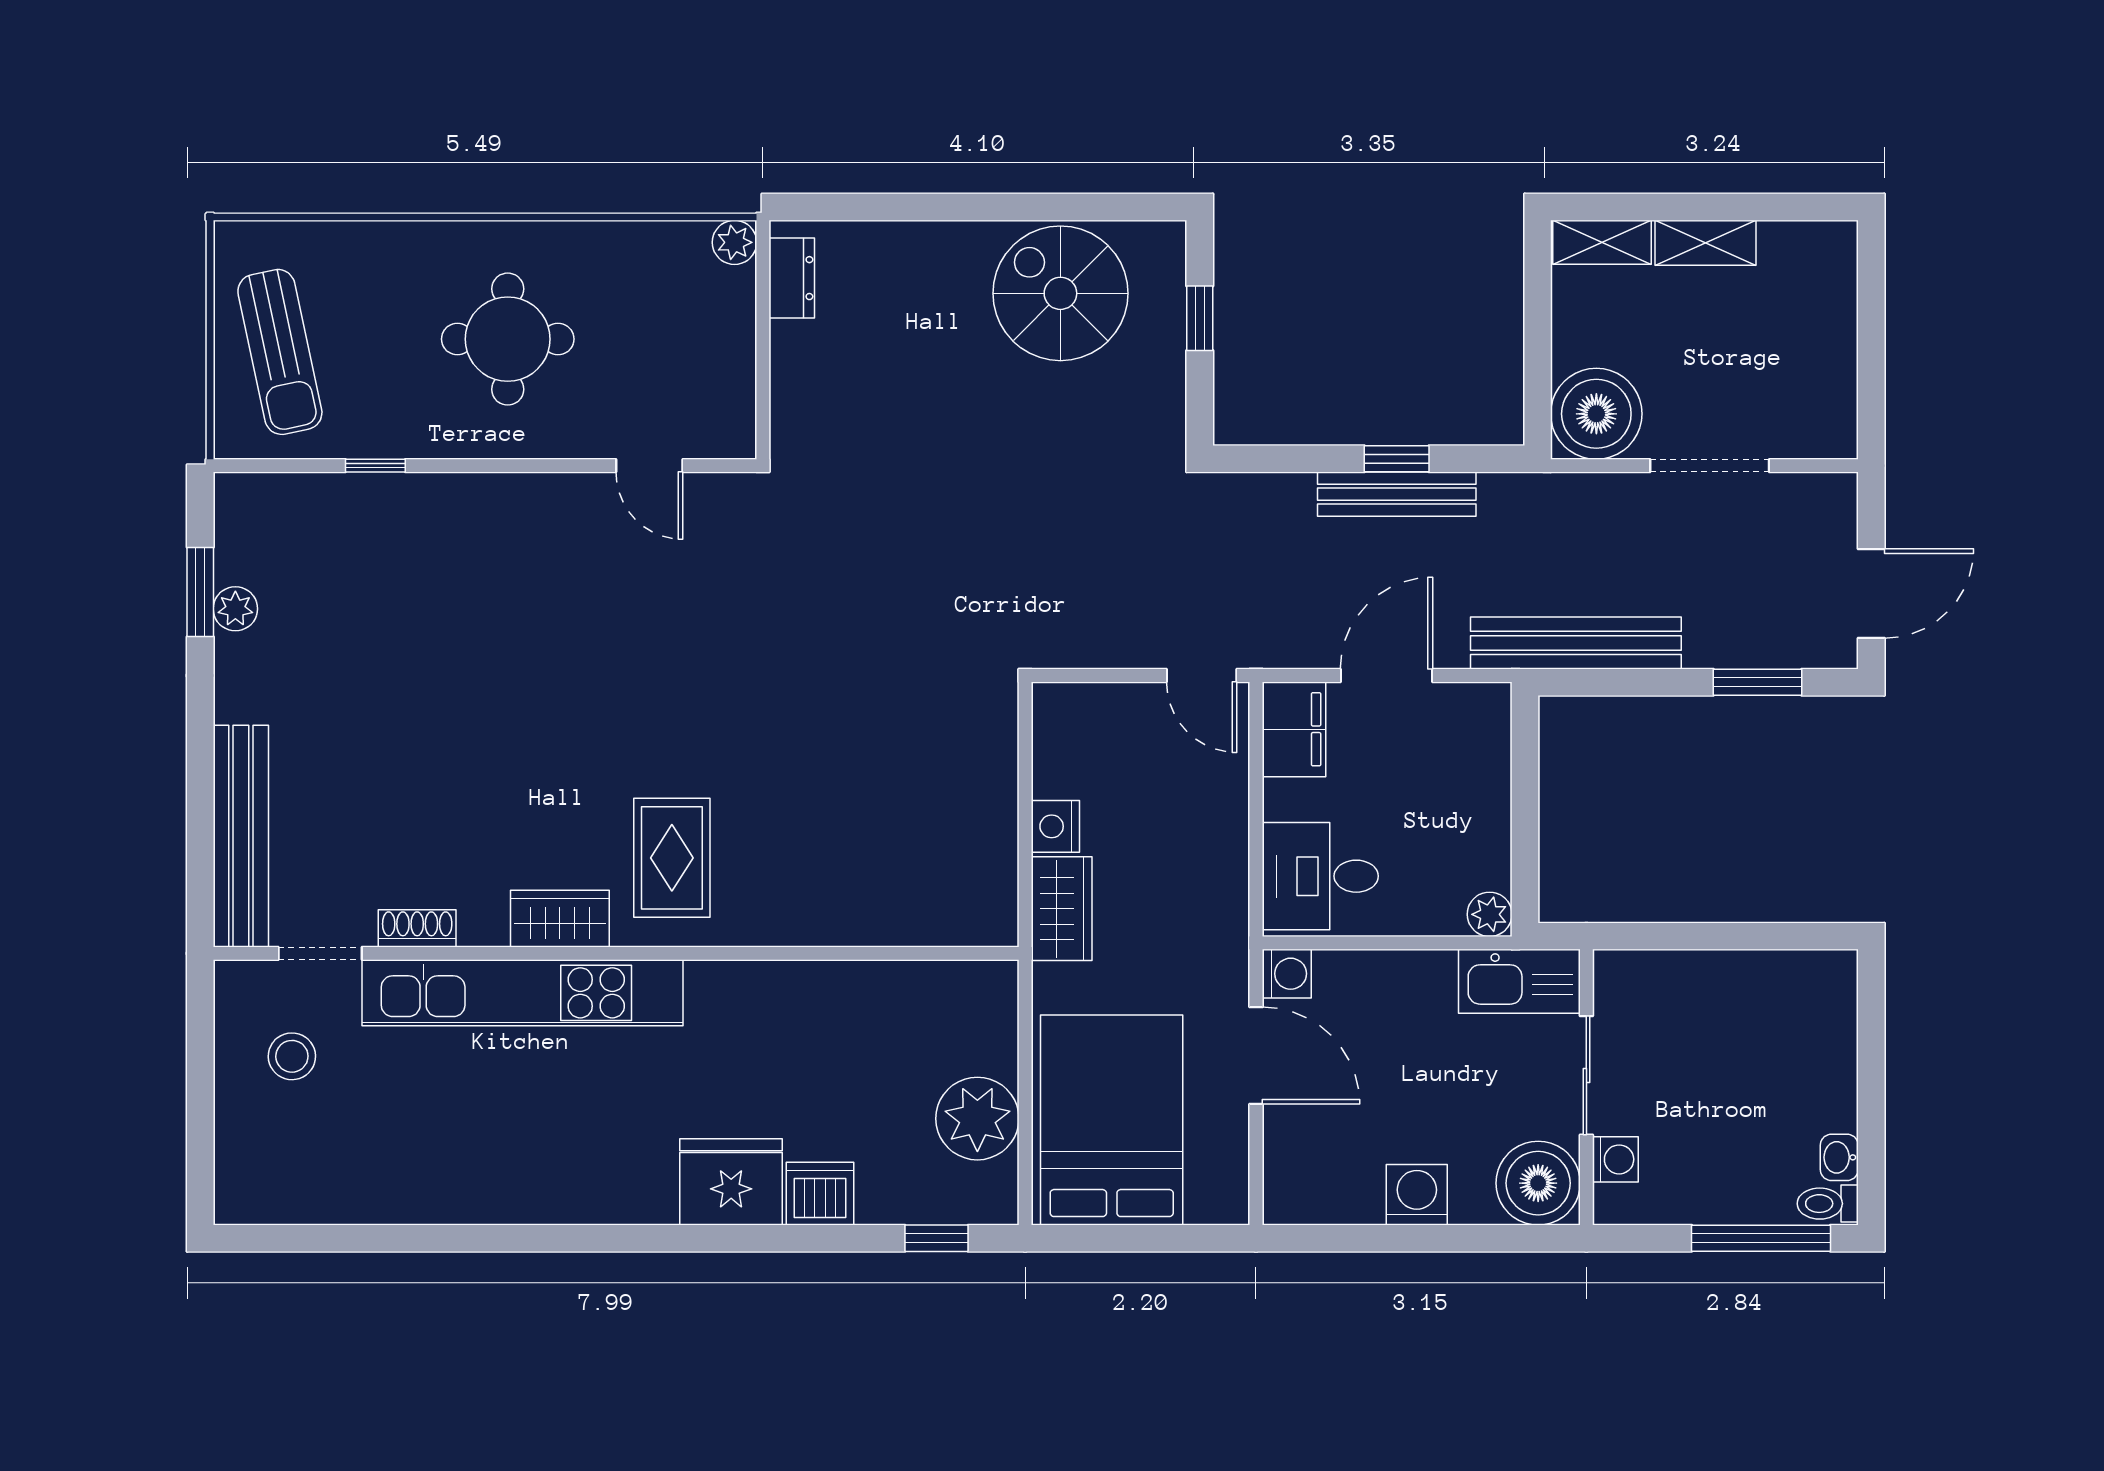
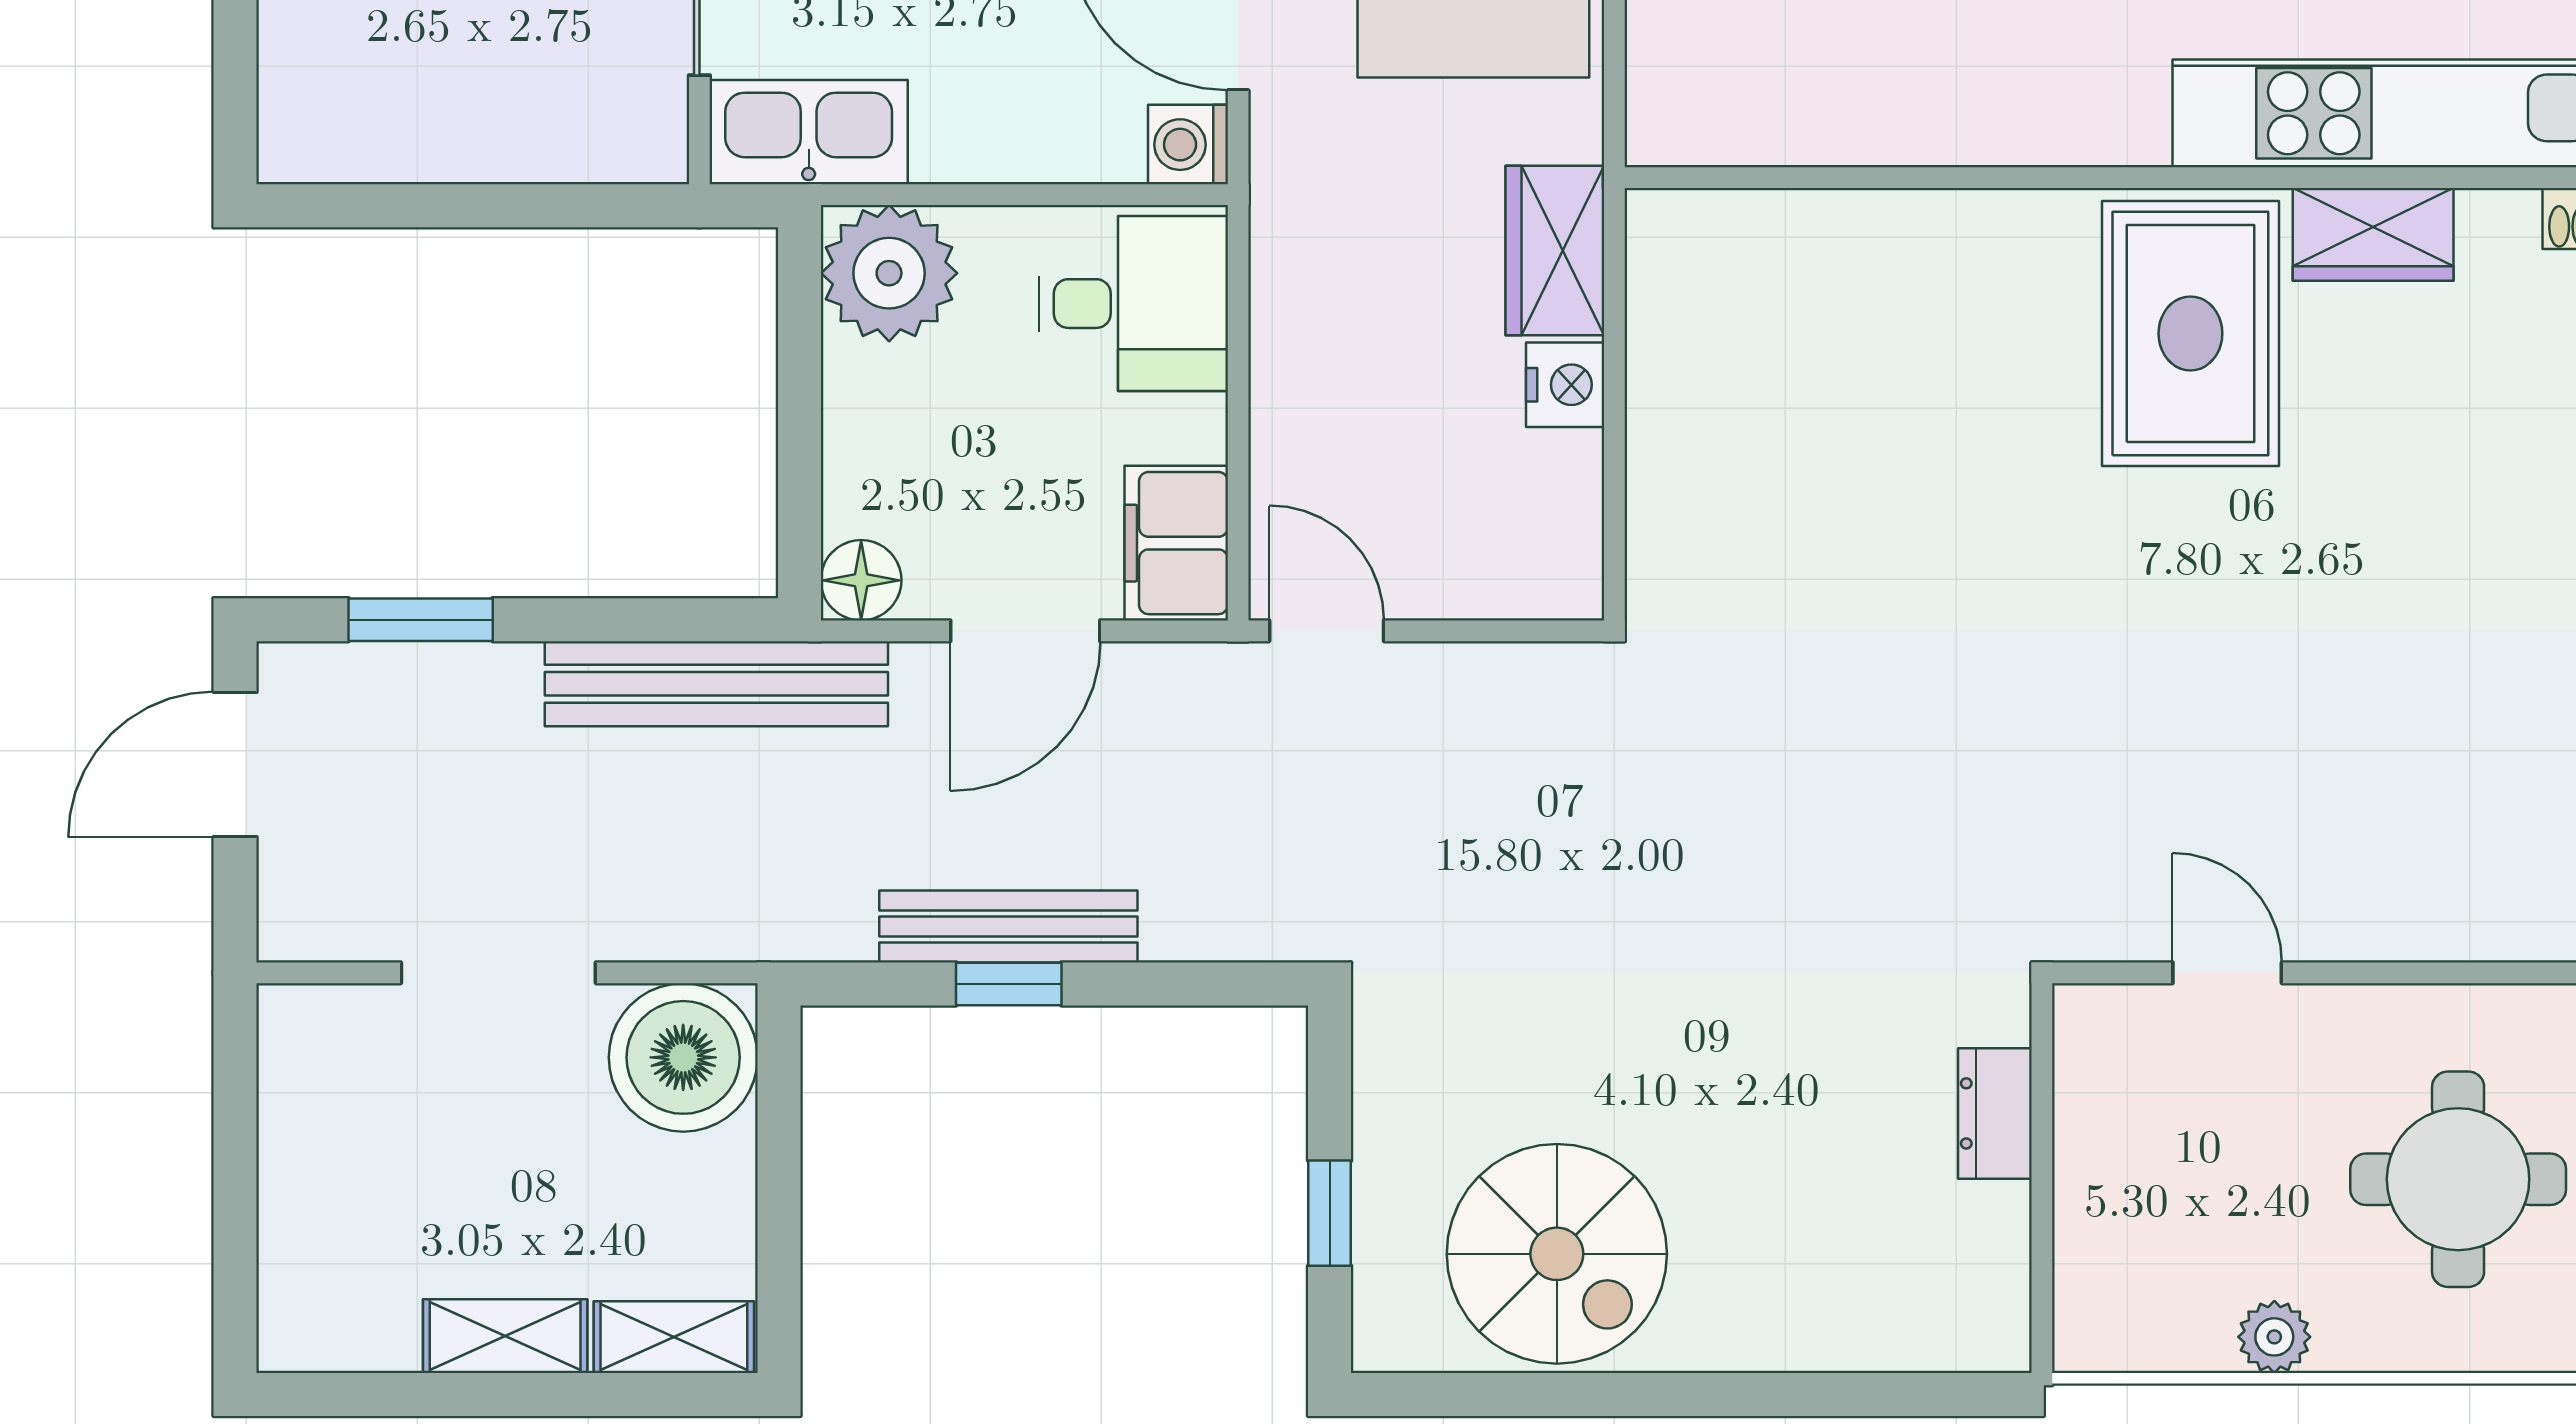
plant: (734, 242) -> (2274, 1337), moved
dresser: (792, 278) -> (1995, 1113), moved
floor lamp: (1487, 706) -> (861, 580), added
rug: (672, 858) -> (2190, 333), width x1.36, depth x1.43
plant: (1490, 914) -> (889, 273), width x1.88, depth x1.88

